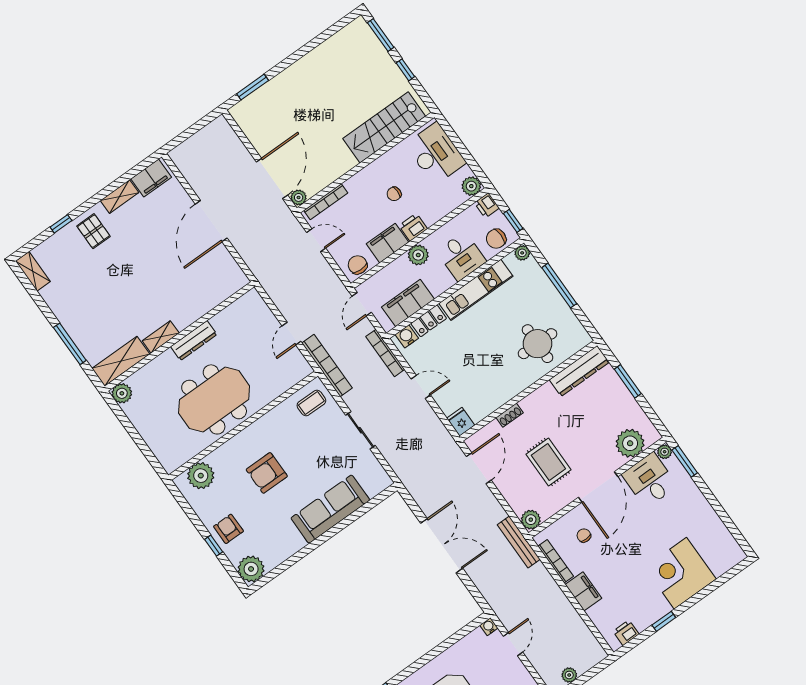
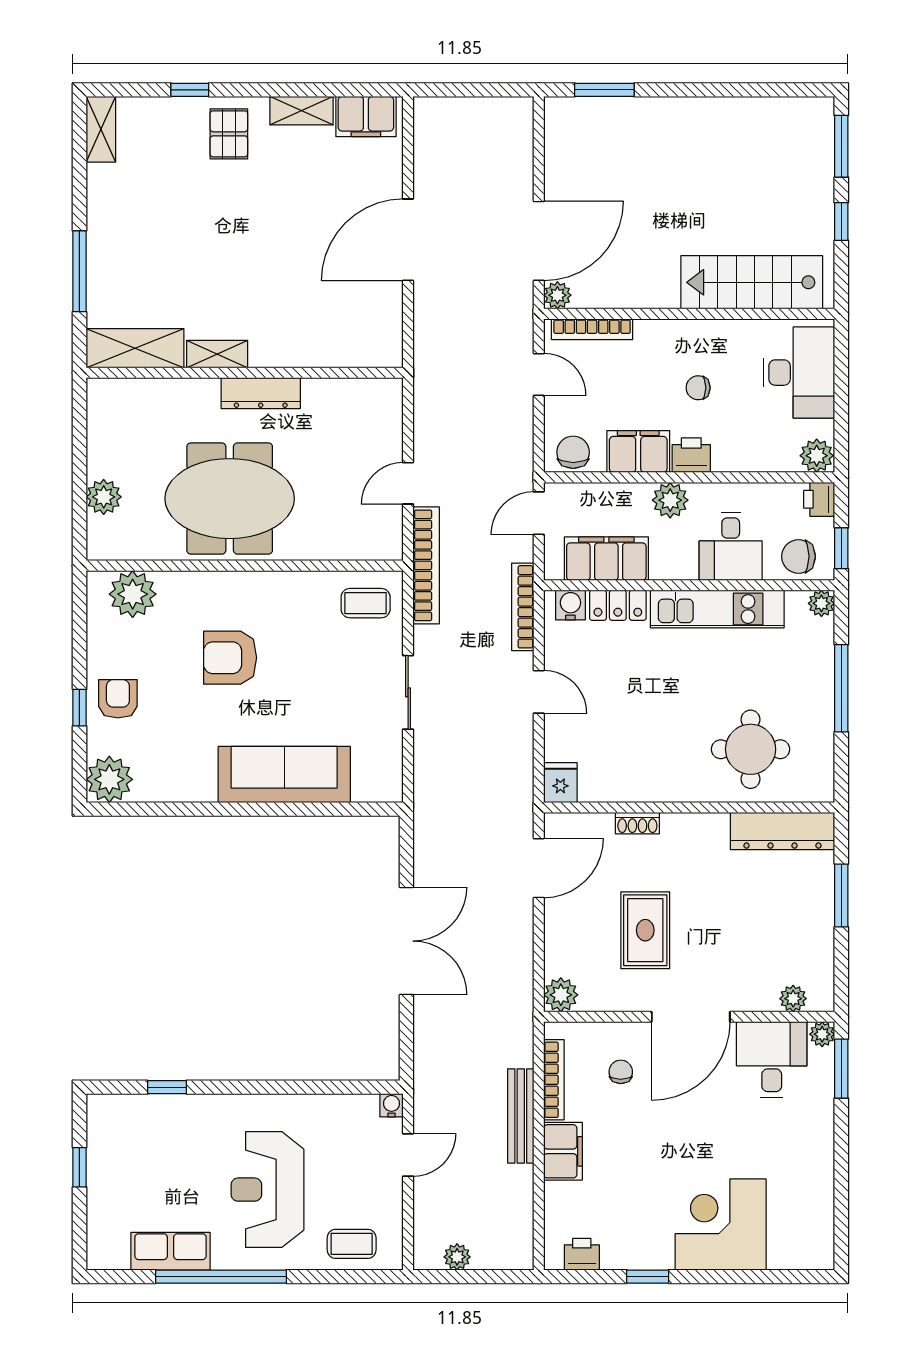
plant: (122, 393) -> (104, 497), moved
plant: (630, 443) -> (793, 999), width x0.53, depth x0.53
bench: (519, 542) -> (521, 1116), moved

